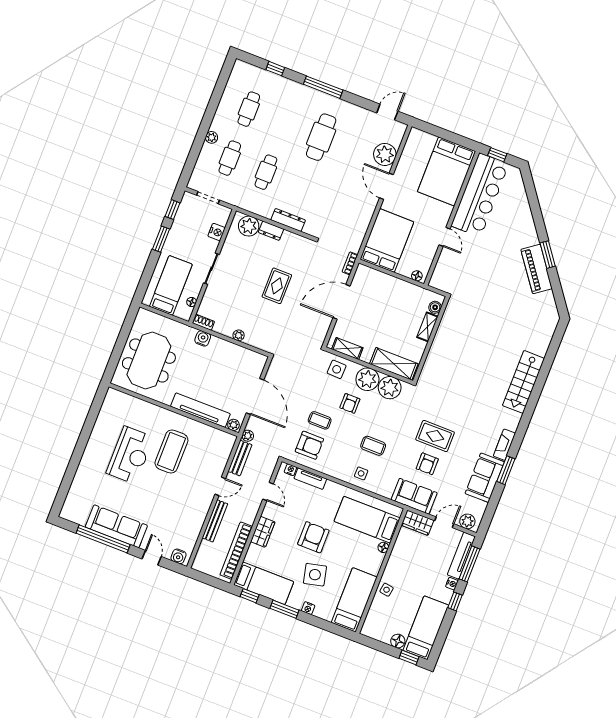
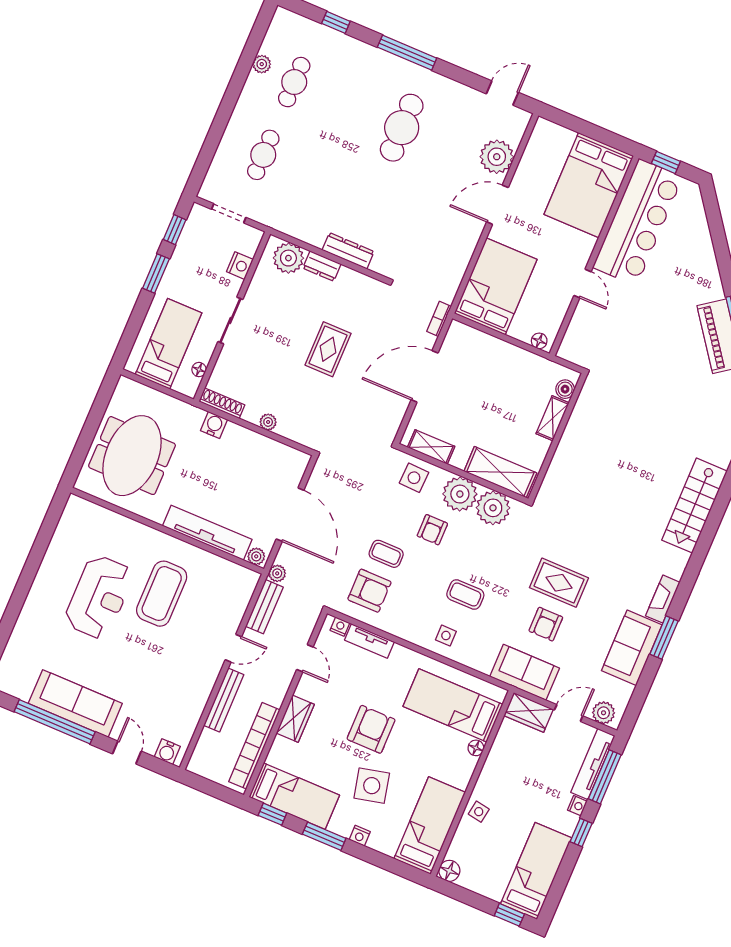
plant: (212, 137) -> (262, 64), moved
cafe table: (266, 172) -> (317, 178), removed
door: (386, 186) -> (497, 205), hinge flipped
shoe rack: (203, 322) -> (222, 403), width x1.43
floor lamp: (398, 641) -> (449, 871), moved

